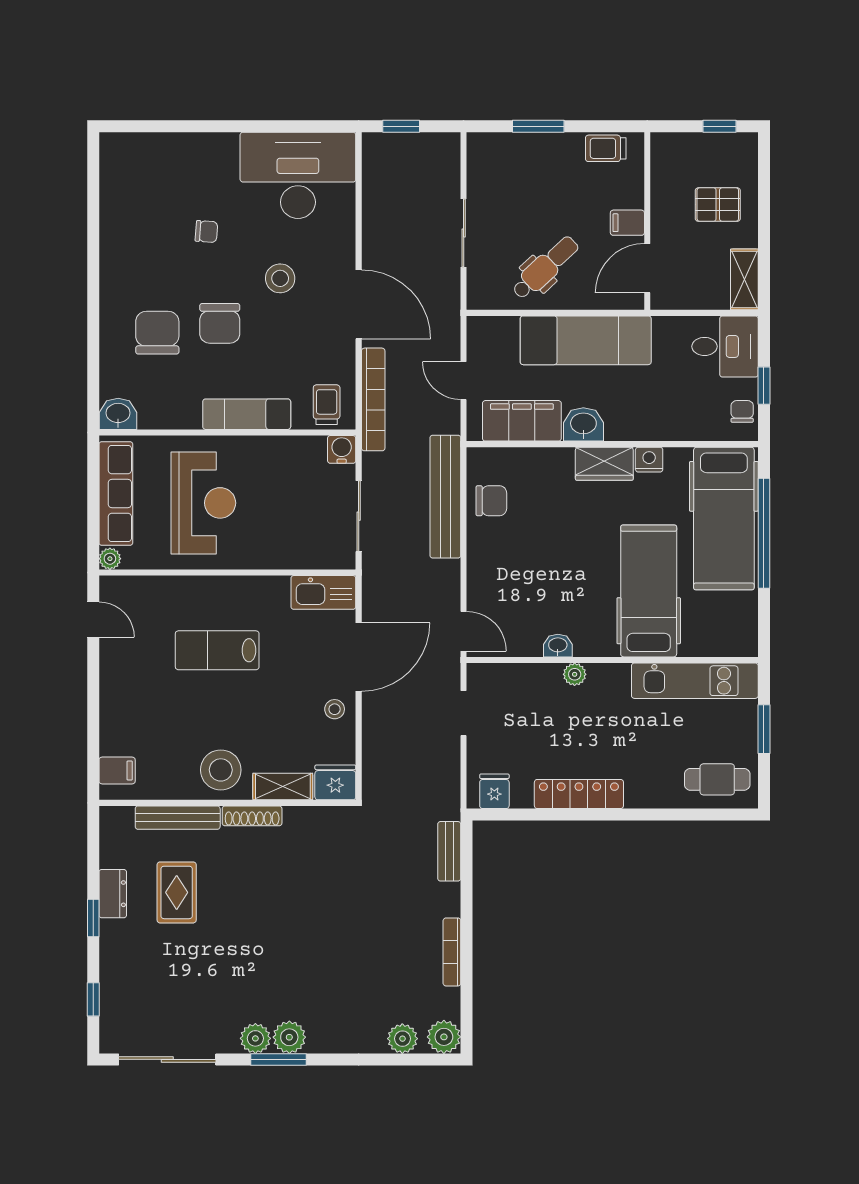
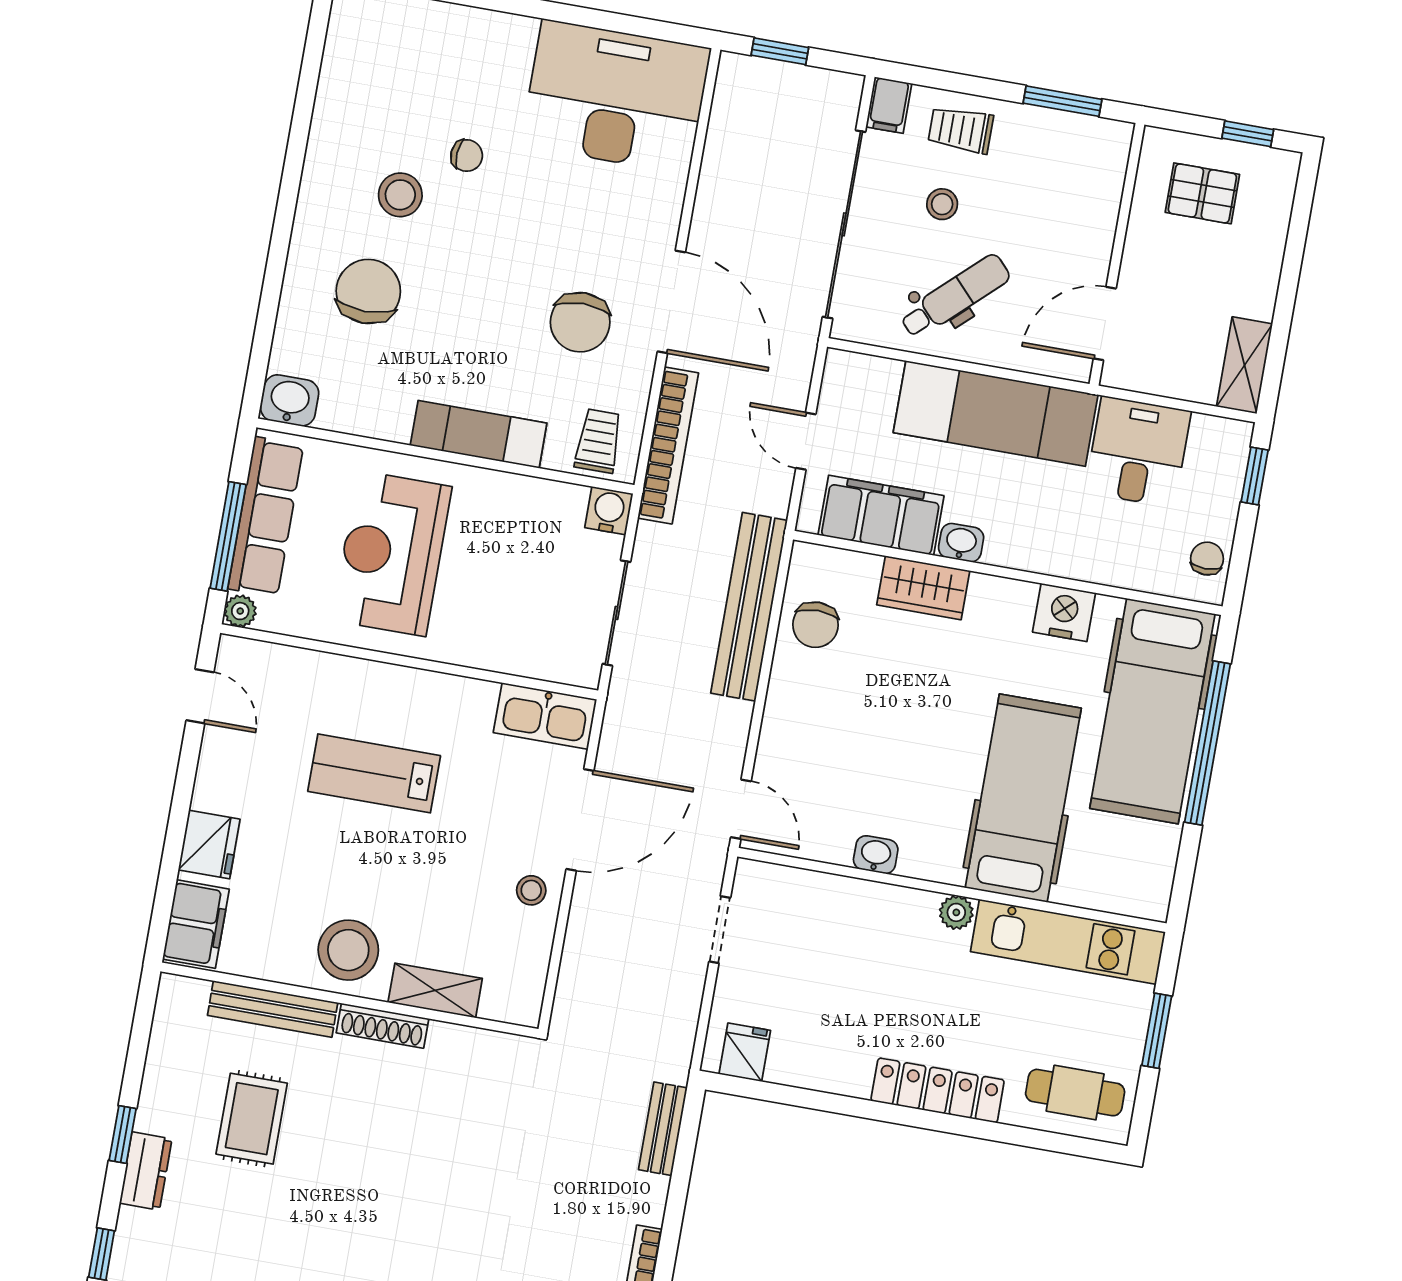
window: (538, 126) -> (1063, 101), moved
trolley: (606, 148) -> (961, 130), moved
pallet: (718, 205) -> (1202, 193), moved
stool: (526, 208) -> (942, 204), added
filing cabinet: (627, 223) -> (889, 105), moved, turned -90
sliding door: (464, 233) -> (844, 224), width x1.86
stool: (280, 278) -> (400, 195), moved
chair: (220, 323) -> (580, 322), moved
desk: (725, 346) -> (1138, 452), moved, turned -90
window: (764, 386) -> (1255, 476), moved
washbasin: (583, 424) -> (961, 543), width x0.72, depth x0.69
nightstand: (649, 460) -> (1064, 612), width x1.36, depth x1.33
wardrobe: (604, 464) -> (923, 588), moved
chair: (491, 501) -> (815, 625), turned 90
reception desk: (203, 503) -> (392, 553), turned 180
window: (93, 511) -> (228, 536), added
plant: (575, 674) -> (956, 912), moved
filing cabinet: (117, 771) -> (196, 924), width x2.00
fridge: (335, 782) -> (209, 845), moved, turned 90
locker: (579, 794) -> (938, 1090), moved
dresser: (113, 894) -> (146, 1171), moved

